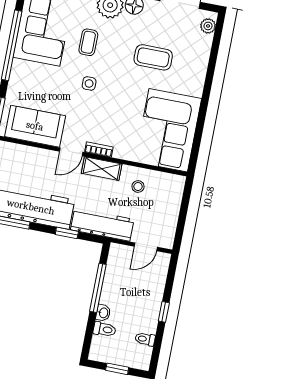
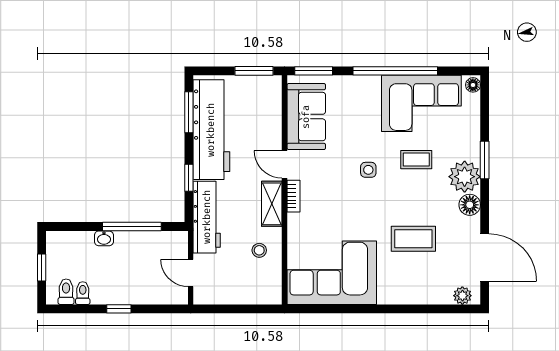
coffee table: (153, 57) -> (413, 239), turned 90
toilet: (105, 329) -> (66, 292), moved, turned 180

